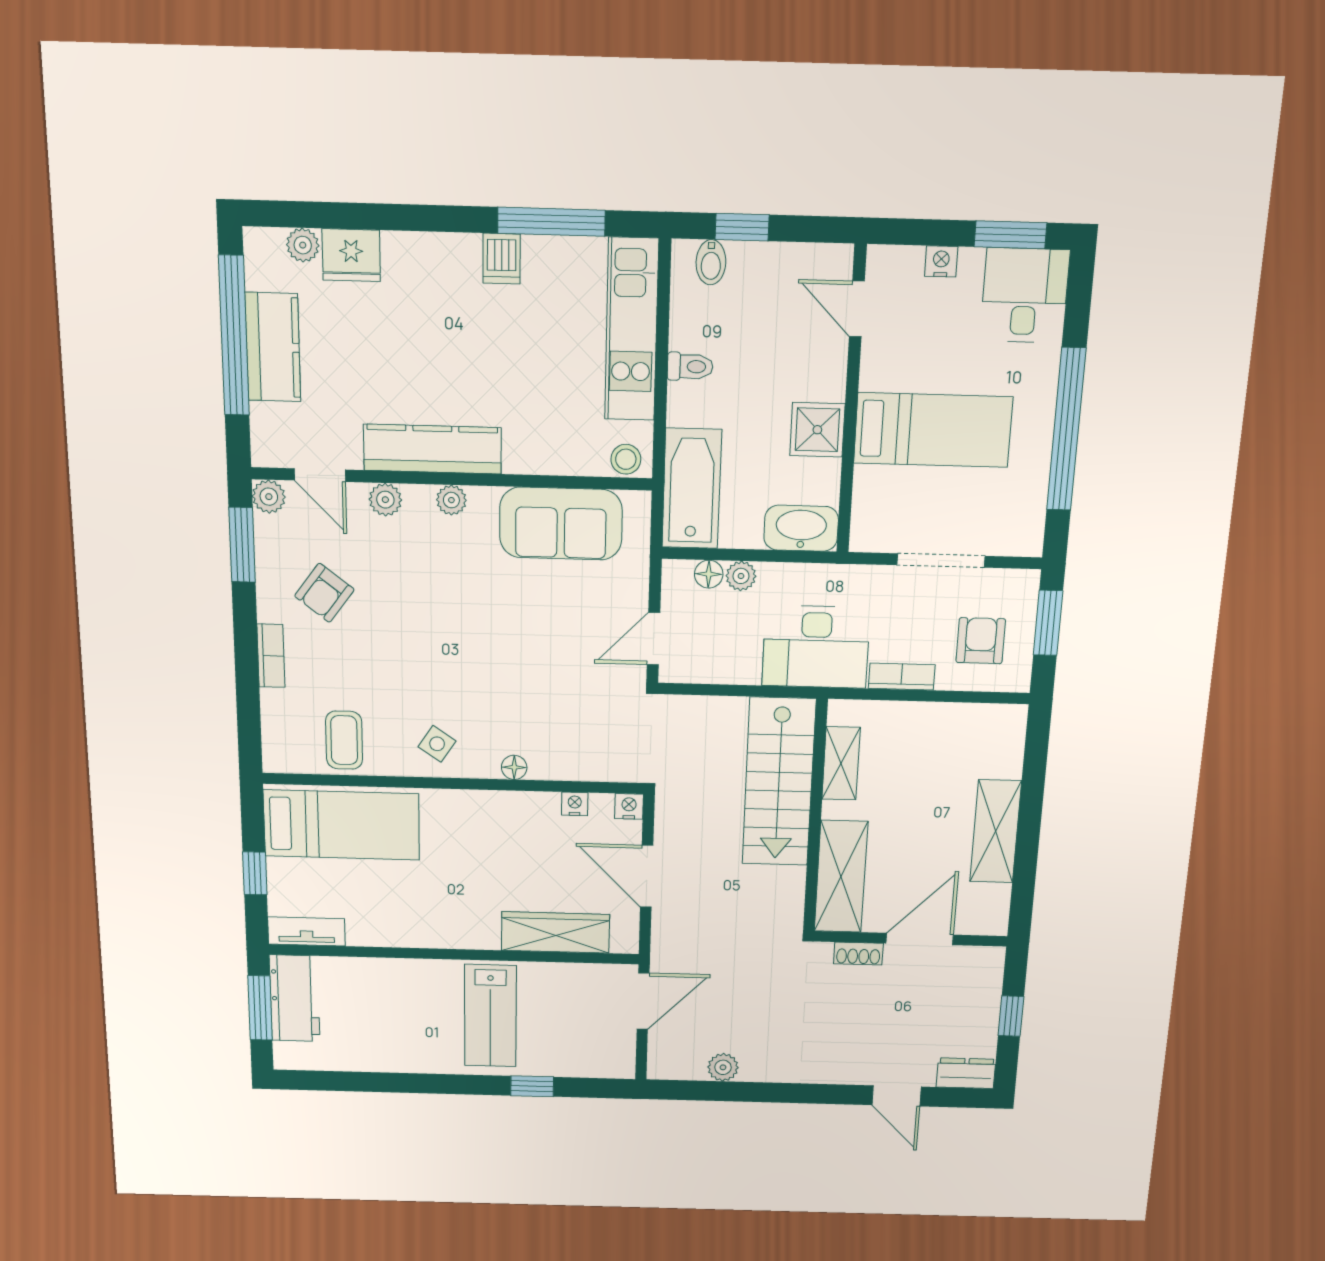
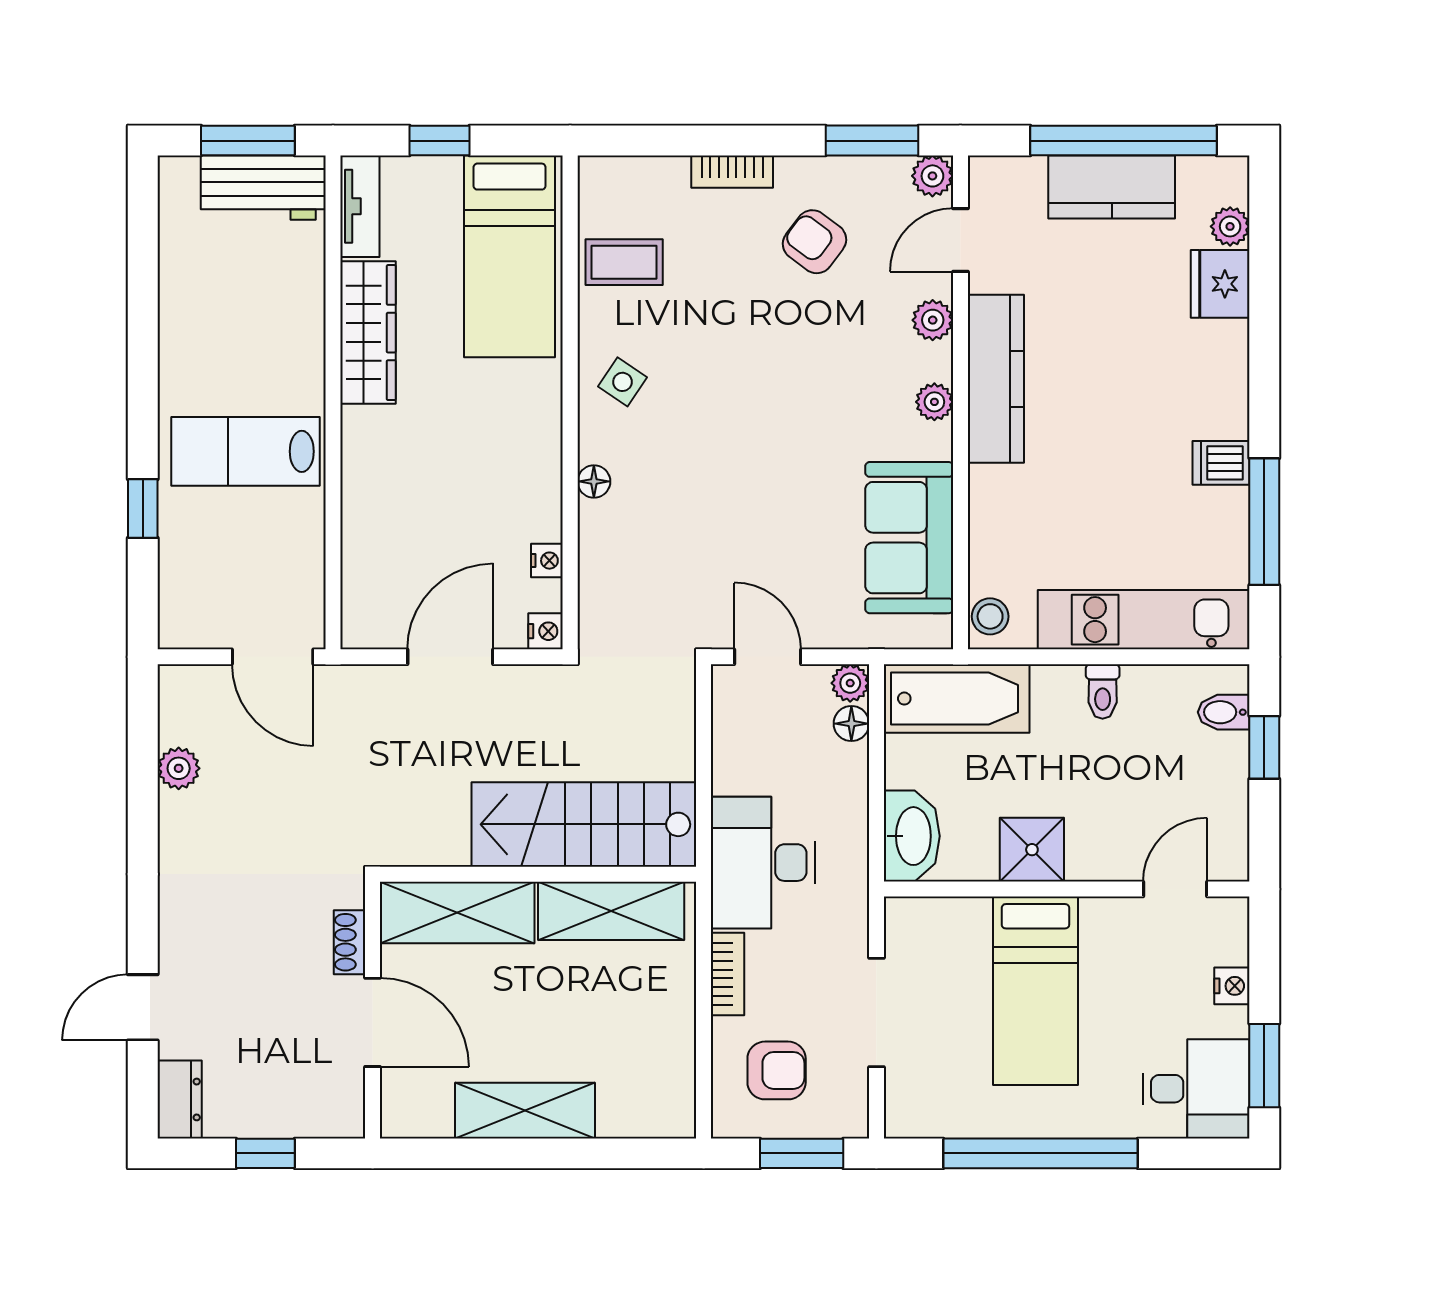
plant: (741, 576) -> (850, 683), moved
shelving: (841, 763) -> (611, 911), width x1.50, depth x1.33
wardrobe: (555, 932) -> (368, 333), moved

